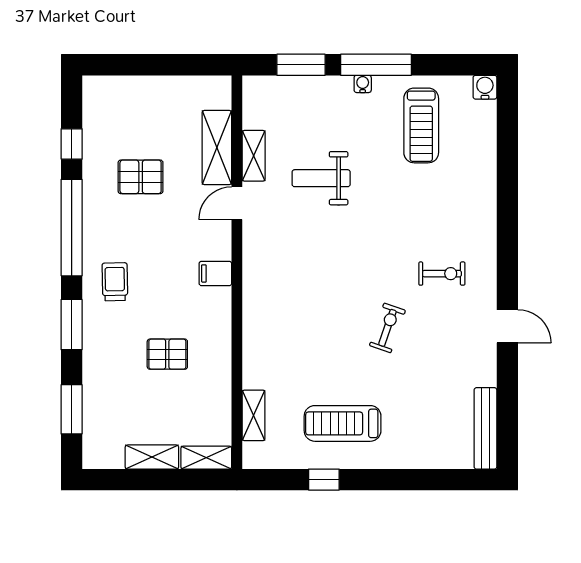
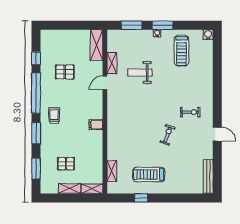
window: (376, 65) -> (163, 25), width x0.69
shelving: (217, 148) -> (96, 45), moved
filing cabinet: (215, 273) -> (96, 125), moved
pallet: (167, 354) -> (66, 164), moved

